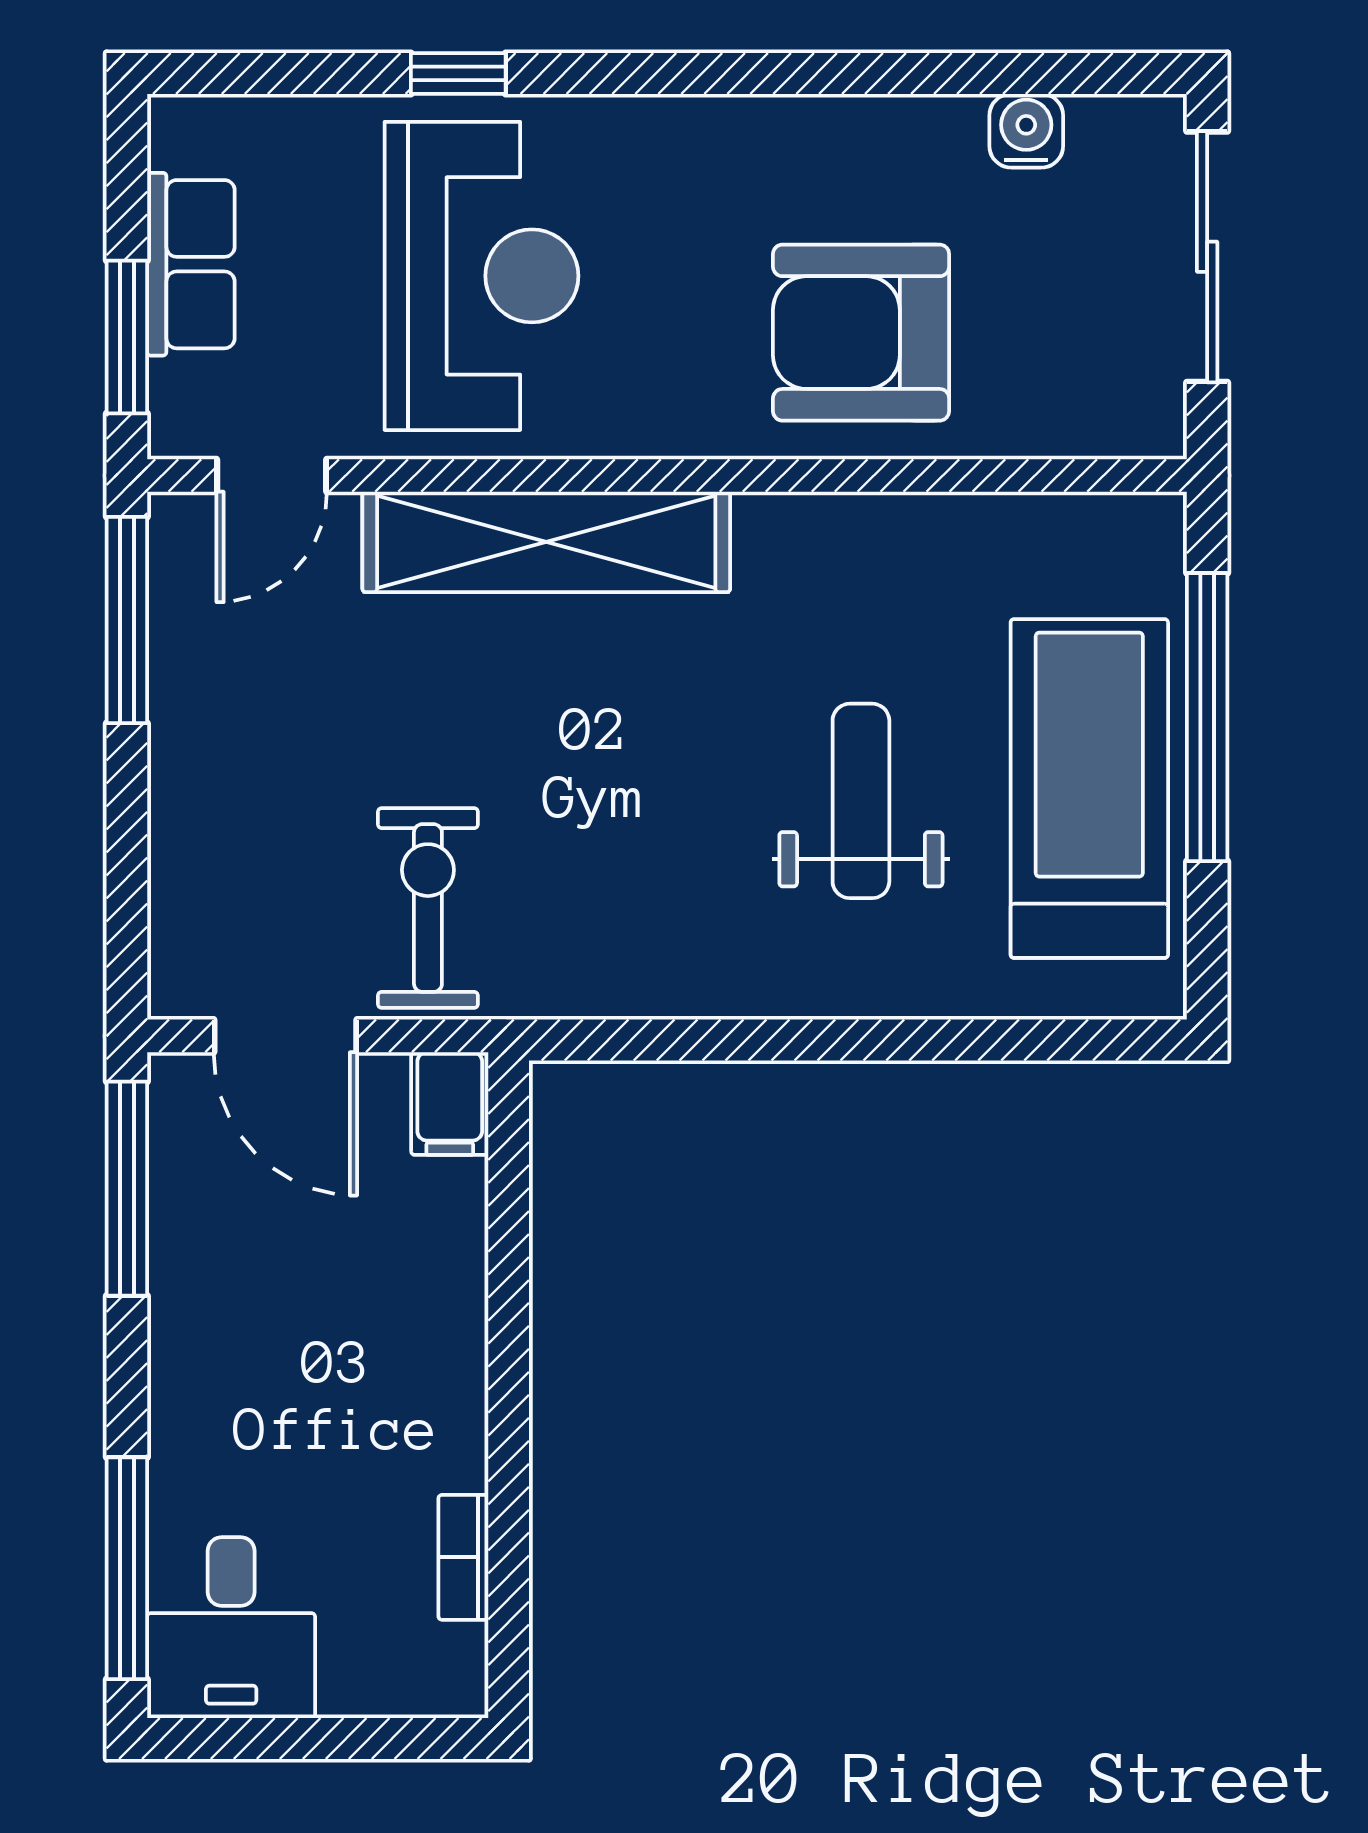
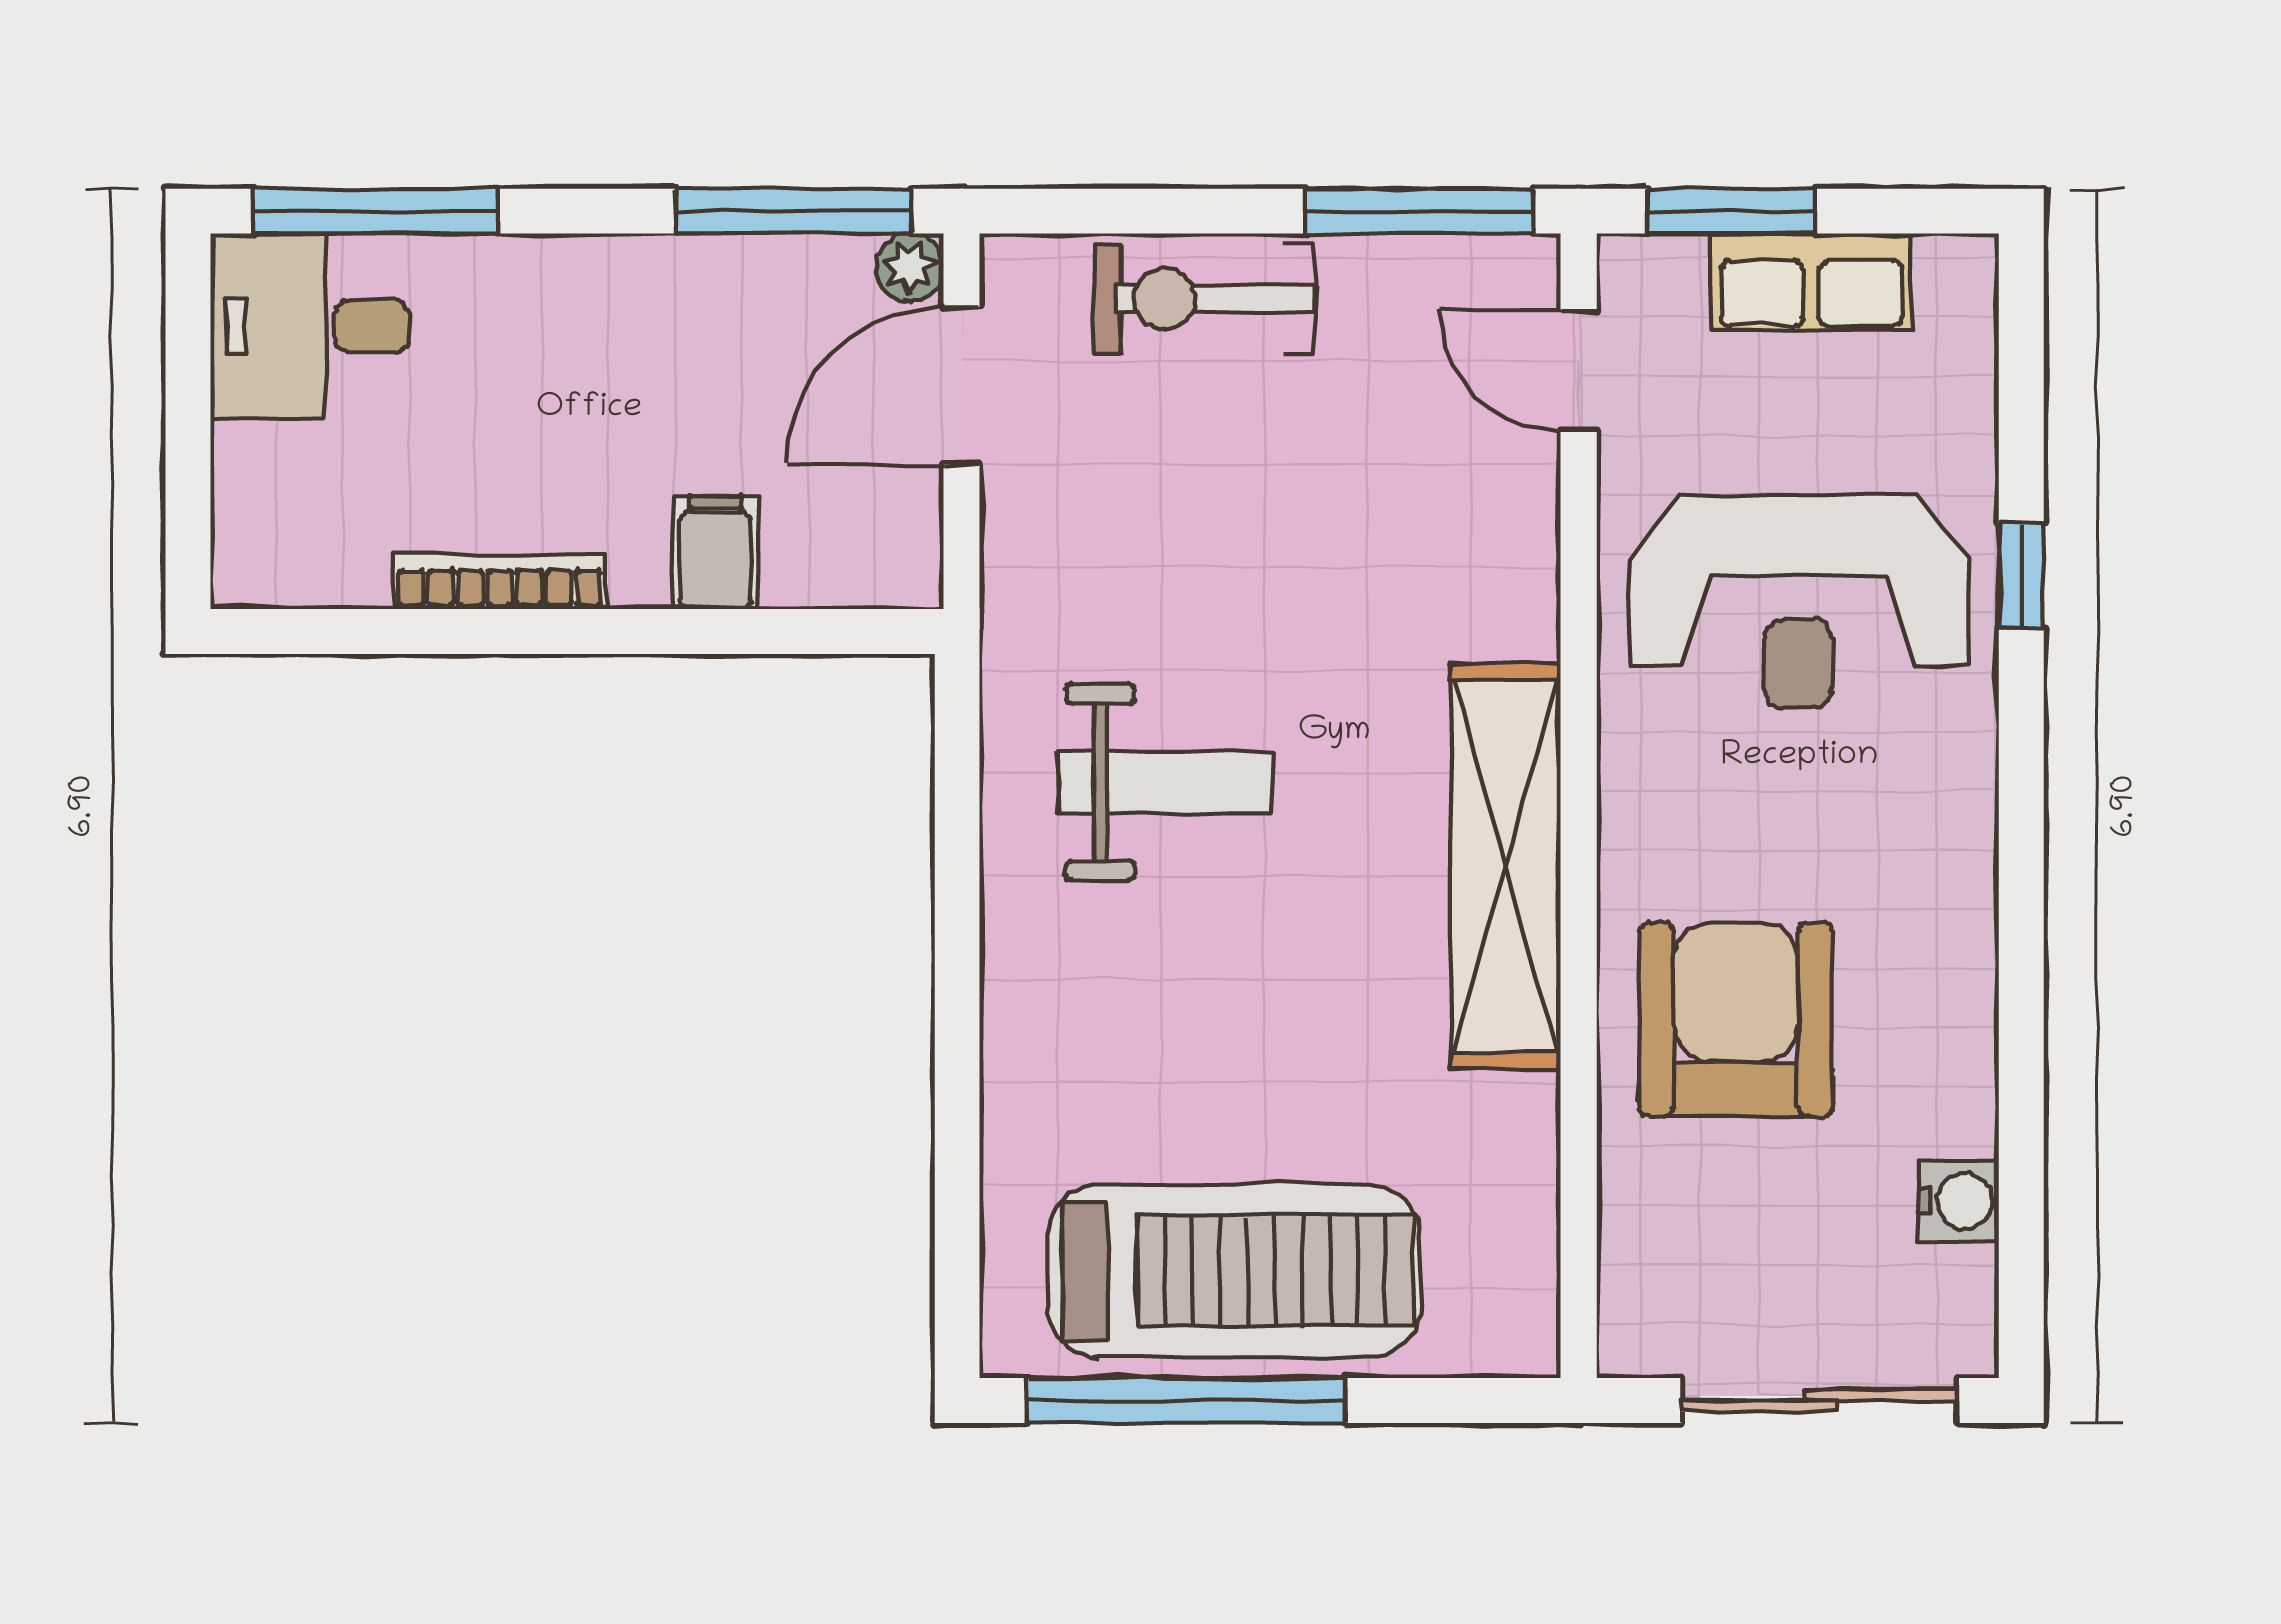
shelving: (546, 542) -> (1506, 866), moved
window: (1207, 717) -> (1186, 1400), moved
weight bench: (861, 801) -> (1165, 782), moved
exercise bike: (428, 908) -> (1204, 299), moved, turned 180
plant: (178, 1083) -> (910, 267), added
filing cabinet: (450, 1104) -> (715, 552), moved, turned 90
bookcase: (463, 1557) -> (500, 582), moved, width x1.56

